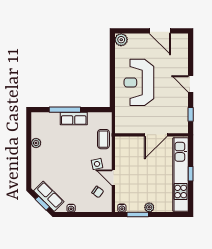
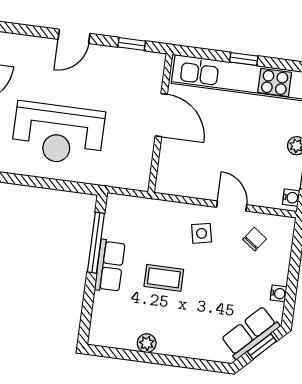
window: (65, 110) -> (96, 243), moved
coffee table: (103, 139) -> (164, 278), moved
door: (113, 178) -> (232, 206), swing flipped

